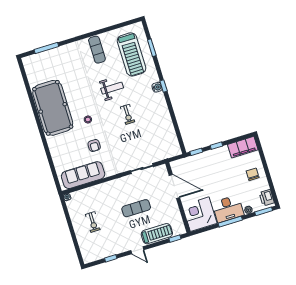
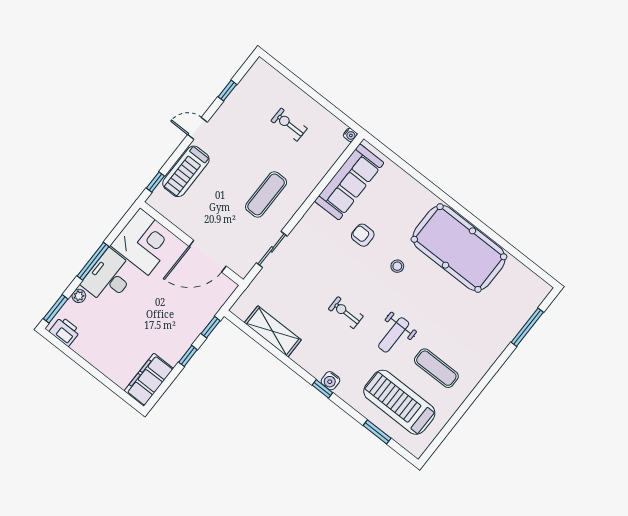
exercise mat: (97, 50) -> (436, 368), moved
shelving: (168, 129) -> (273, 331), added
chair: (253, 174) -> (108, 351), removed
exercise mat: (136, 208) -> (266, 194), moved

